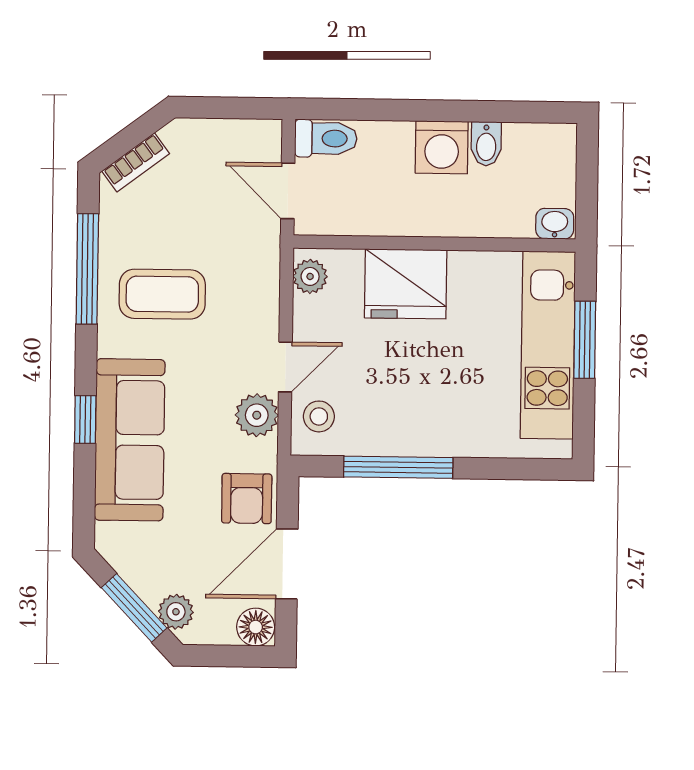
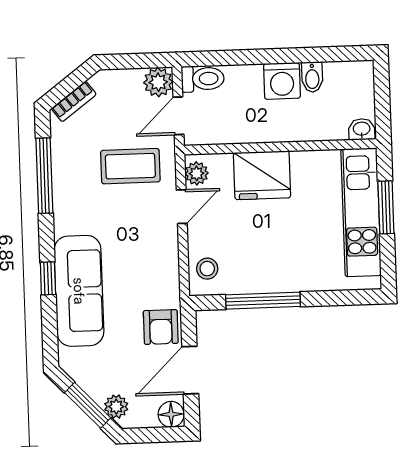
door: (288, 191) -> (178, 116), hinge flipped
coffee table: (162, 294) -> (130, 166), moved
door: (285, 367) -> (182, 207), moved
plant: (257, 415) -> (158, 82), moved

